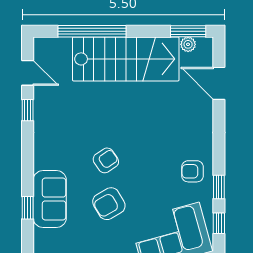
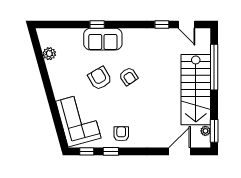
door: (28, 73) -> (187, 24), hinge flipped

